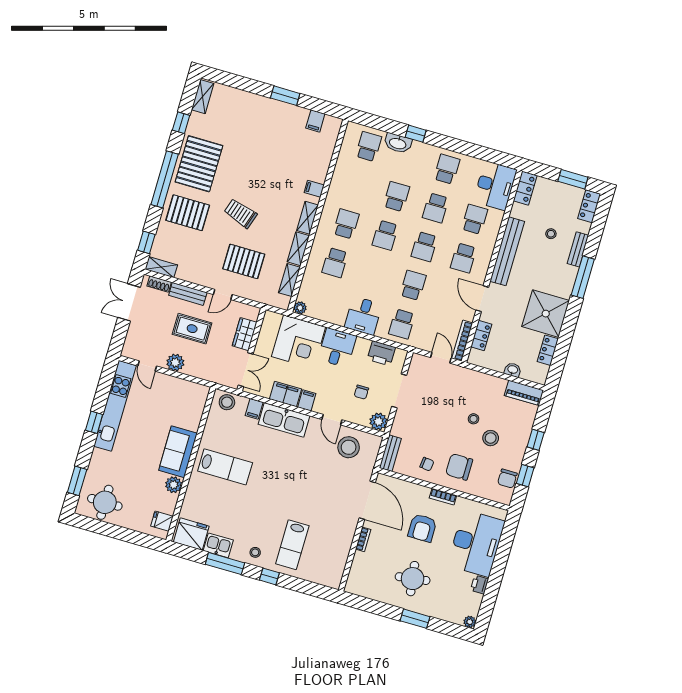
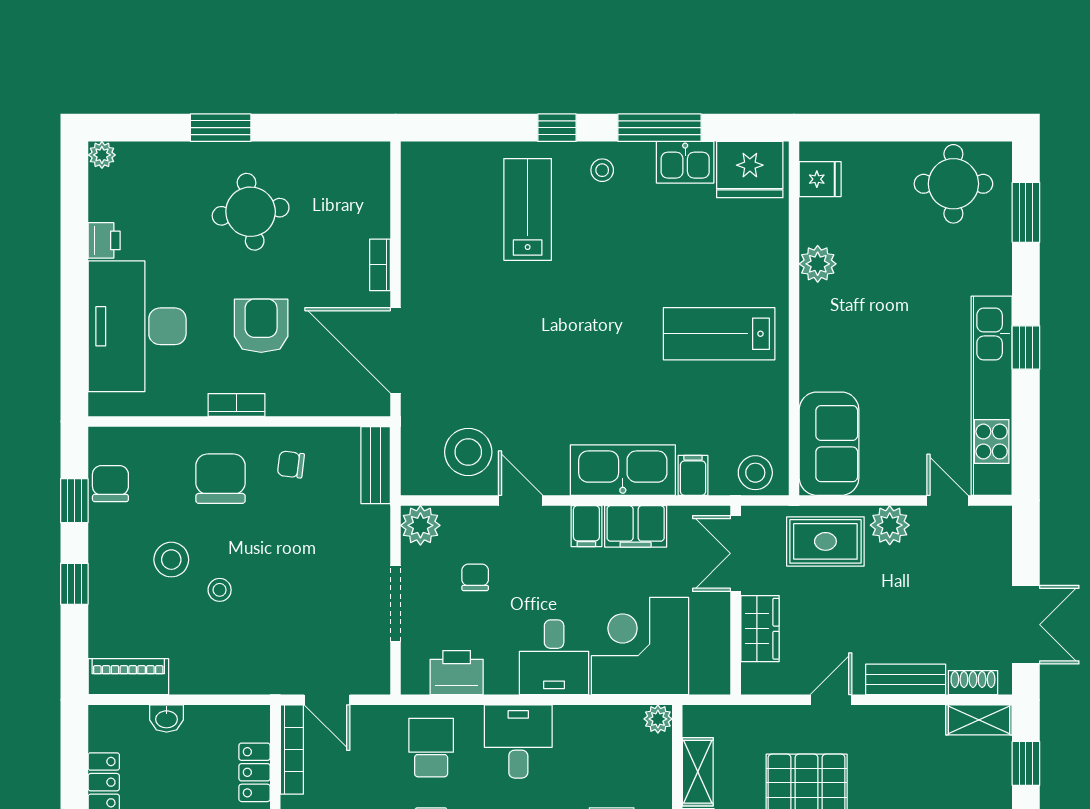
rug: (192, 329) -> (825, 541), moved
sofa: (178, 452) -> (829, 444), moved
chair: (459, 467) -> (220, 479), turned -90

